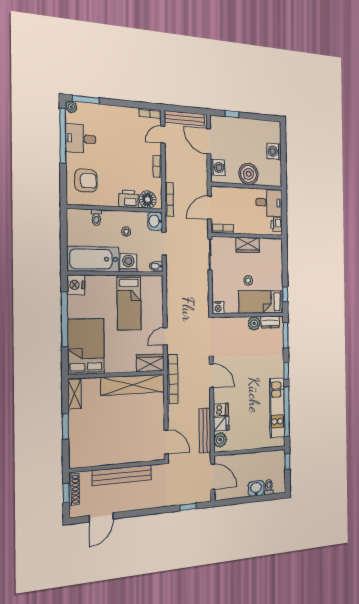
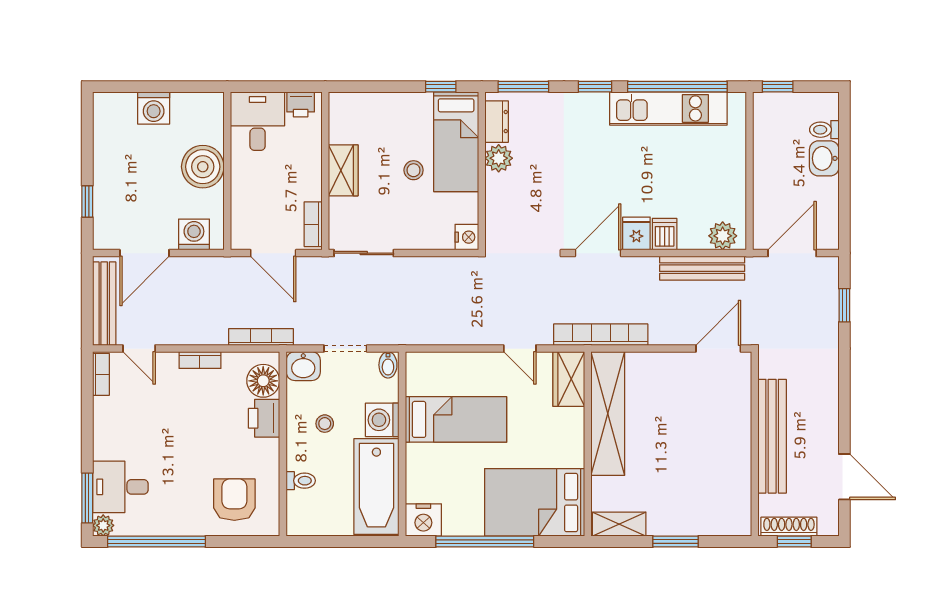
desk: (81, 139) -> (120, 487), moved, turned 90
fridge: (221, 424) -> (636, 233), moved

